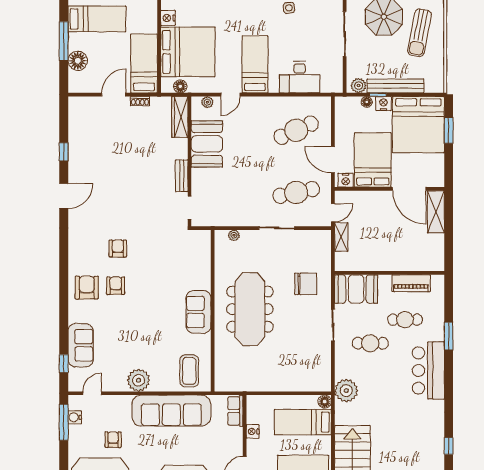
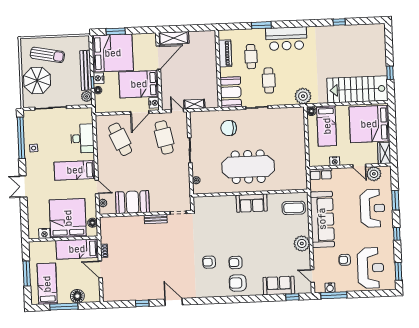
wardrobe: (180, 117) -> (114, 222), removed
chair: (306, 284) -> (229, 128), turned -87

